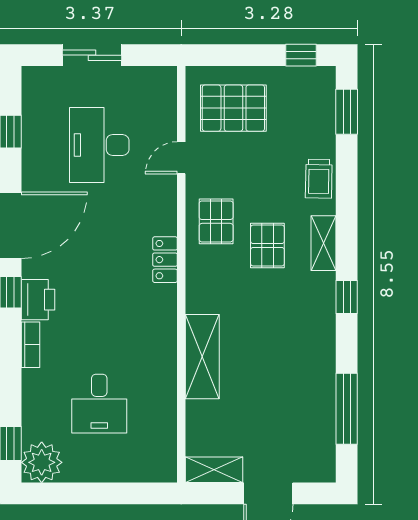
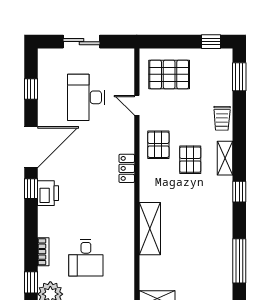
door: (181, 158) -> (137, 105), hinge flipped
bookcase: (30, 345) -> (43, 252), moved

